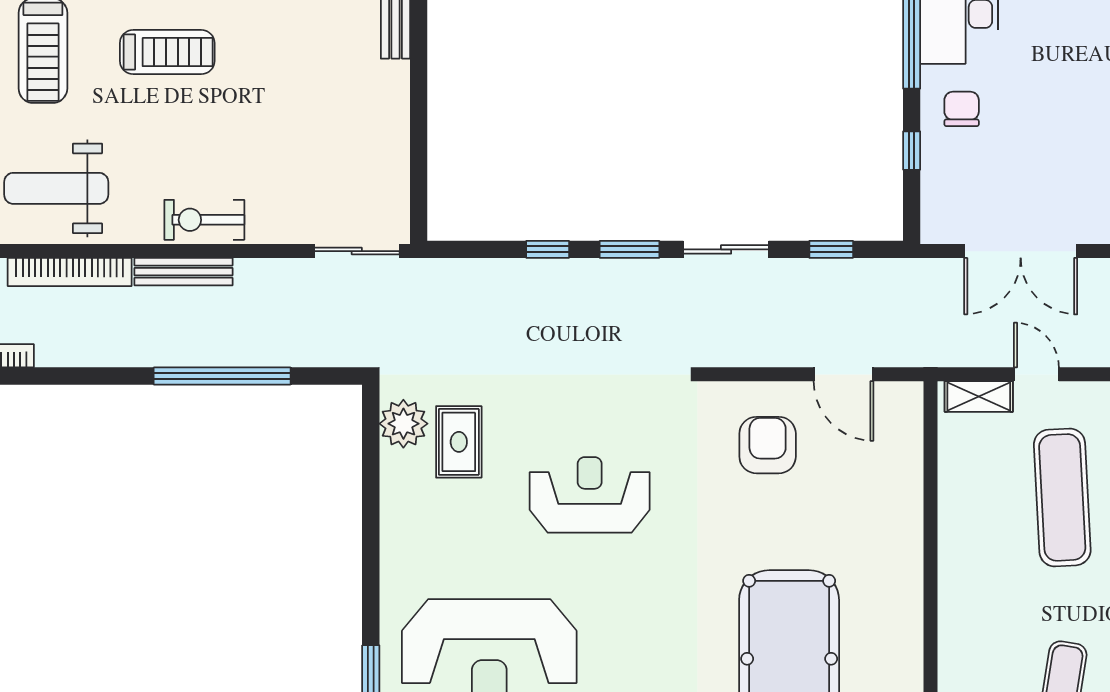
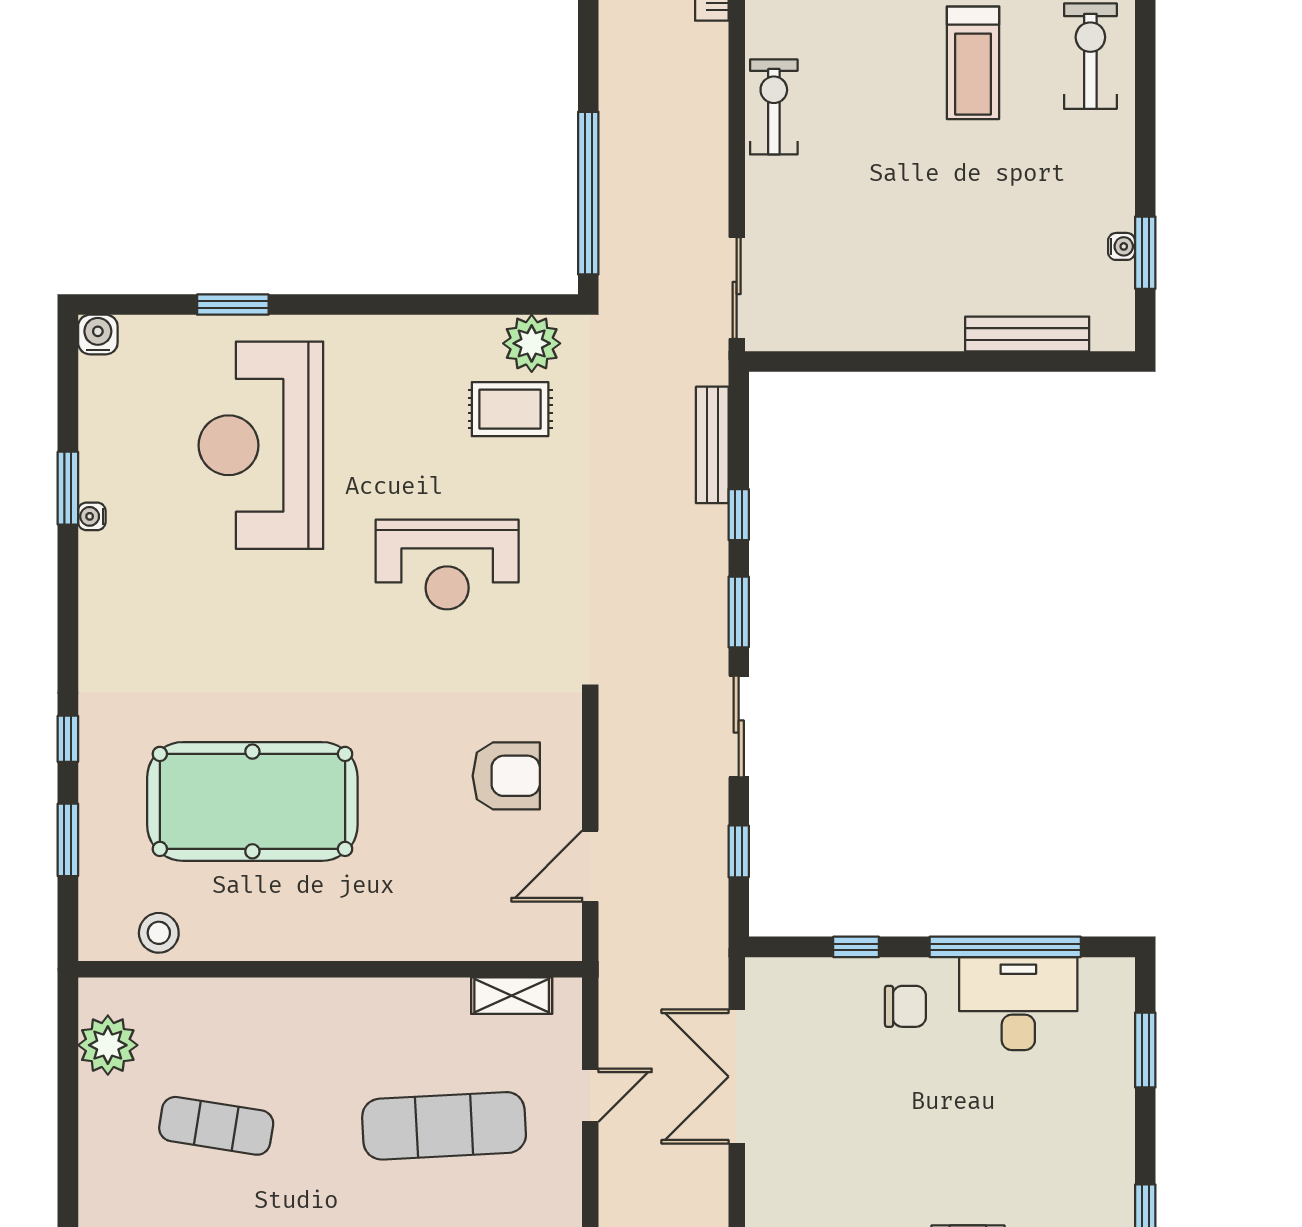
bench: (184, 272) -> (712, 445), moved
window: (222, 376) -> (588, 193), moved
shelving: (979, 396) -> (512, 996), moved, turned 90
reception desk: (590, 495) -> (447, 565), turned 90

